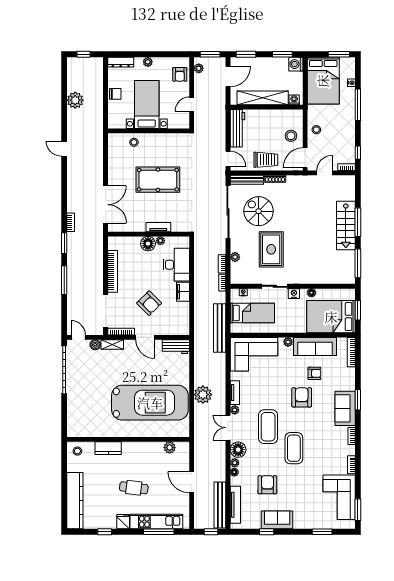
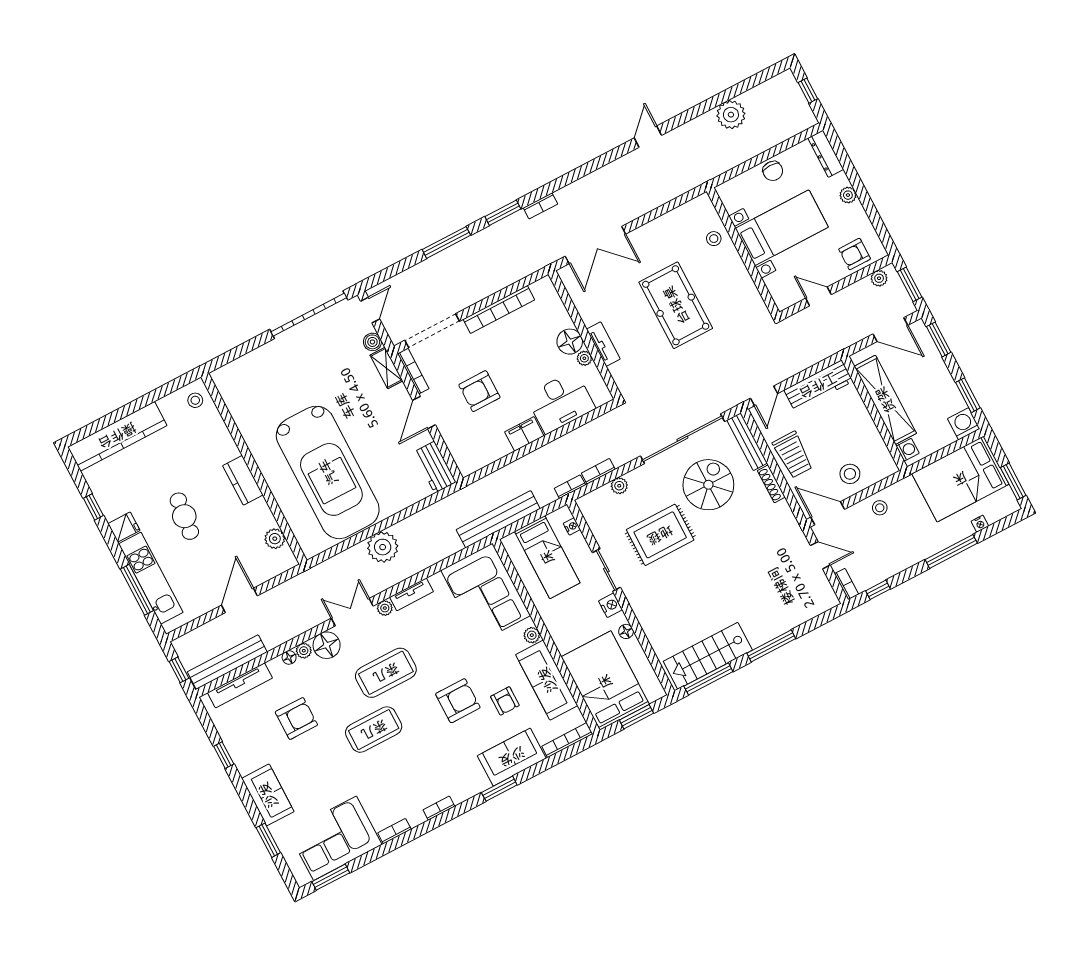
stairs: (346, 225) -> (708, 656), moved
armchair: (149, 303) -> (479, 391), turned 45
sofa: (345, 408) -> (512, 757), moved
kitchen counter: (108, 448) -> (243, 480), moved
sofa: (277, 520) -> (268, 795), moved

